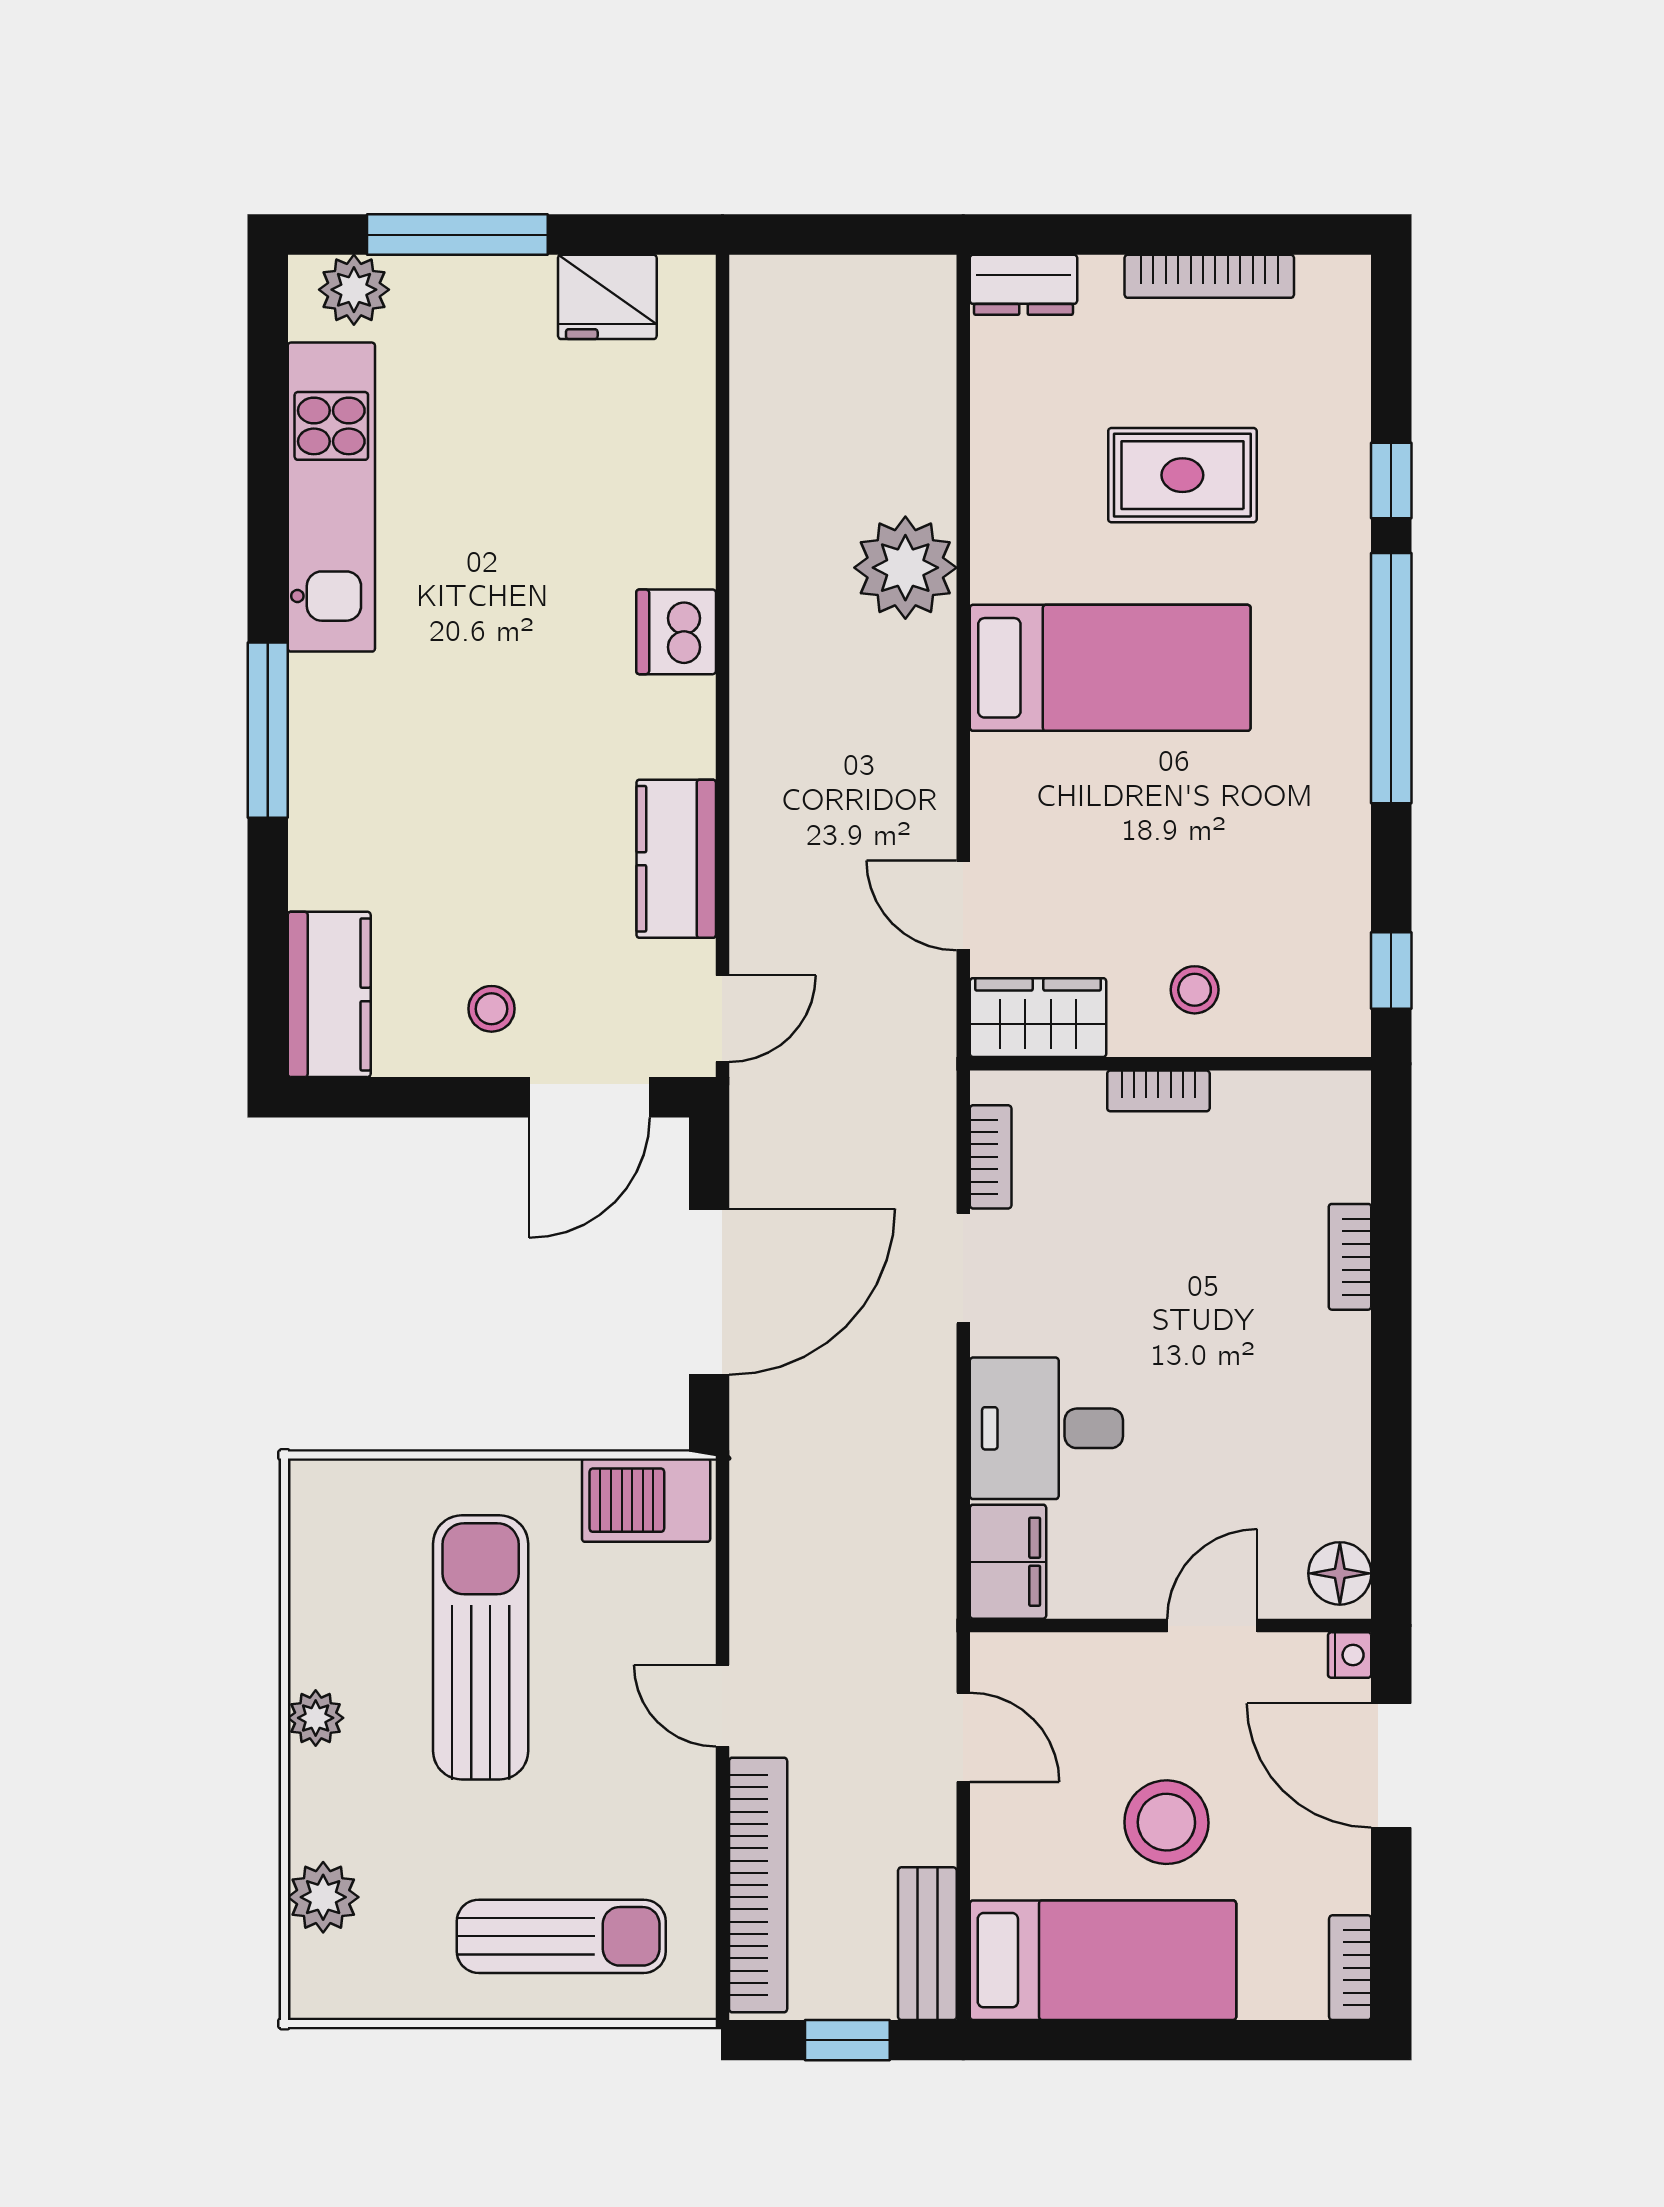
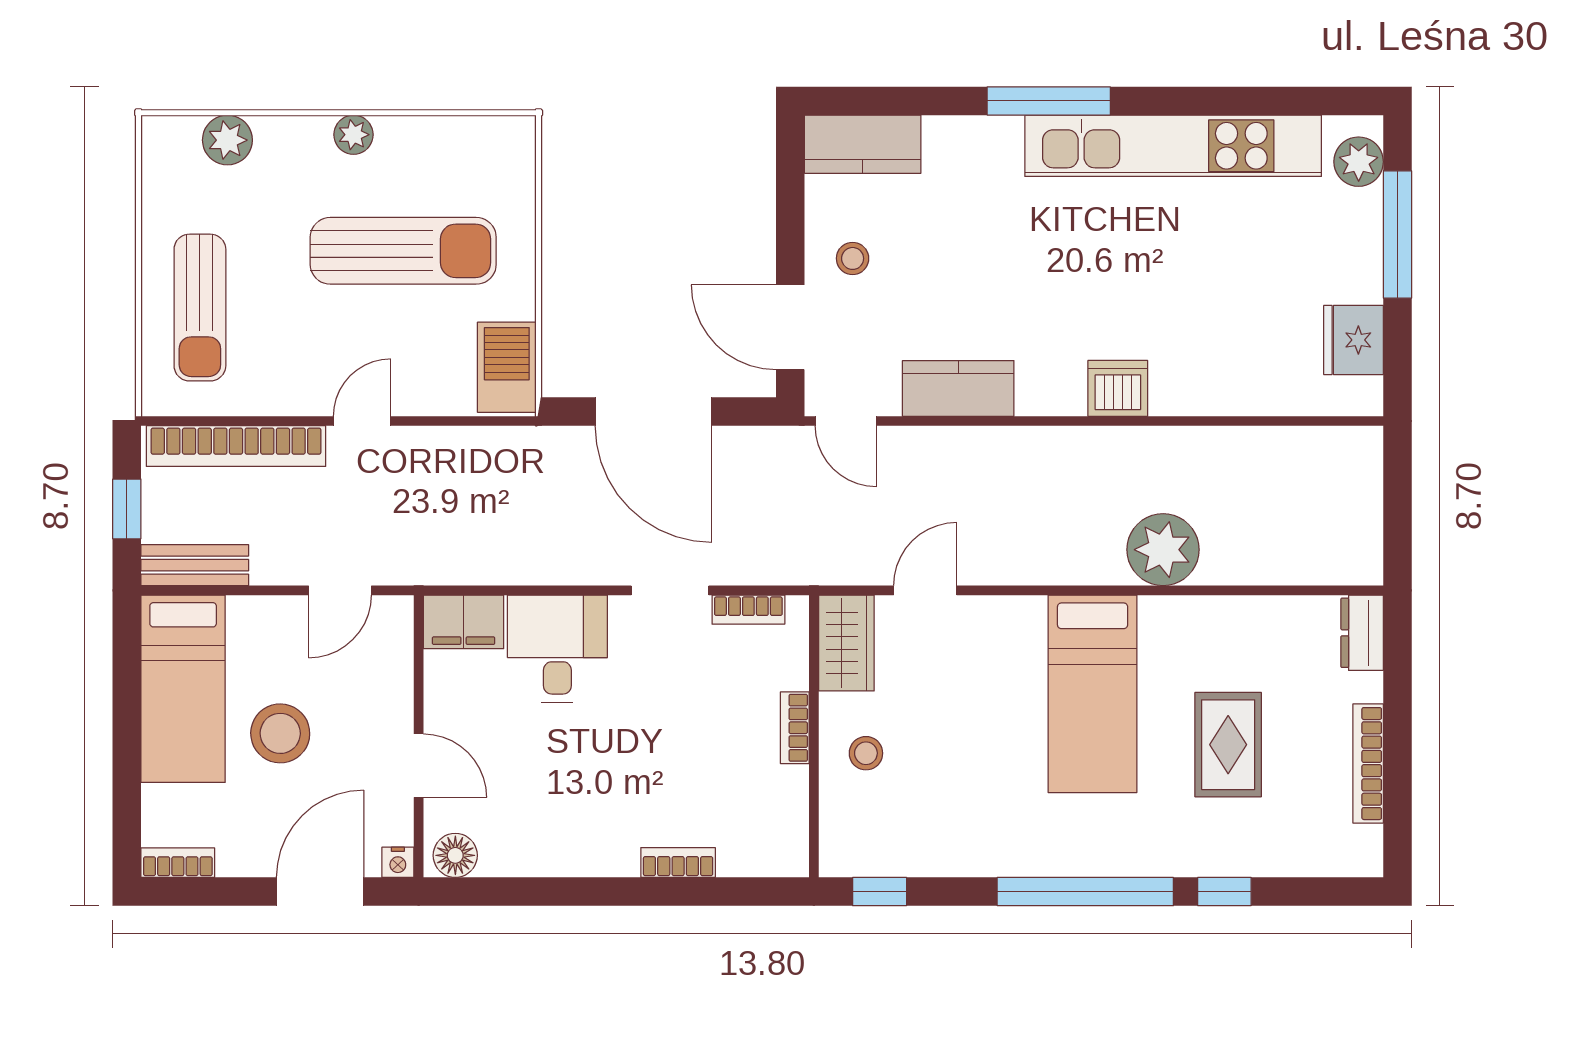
kitchen unit: (331, 497) -> (1173, 146), width x1.36

